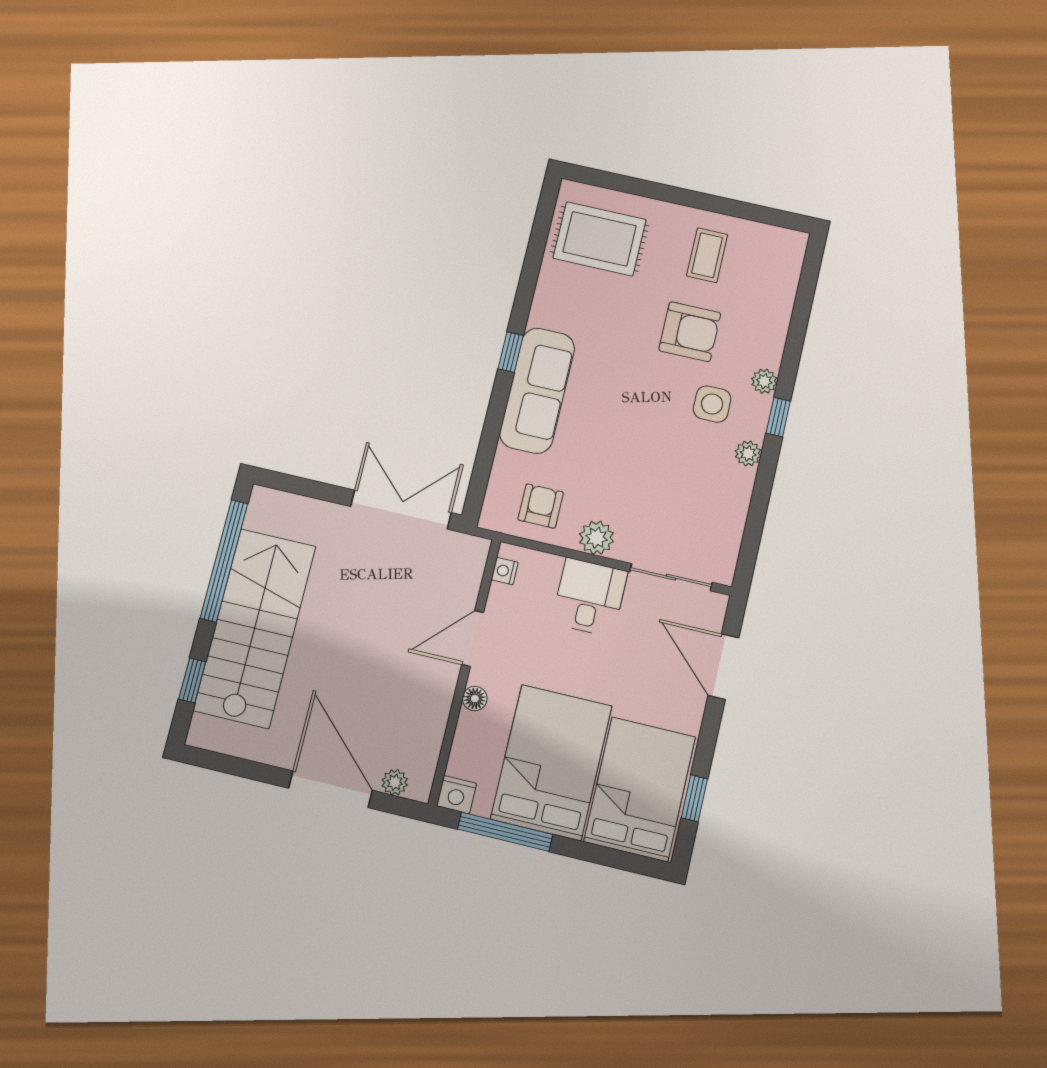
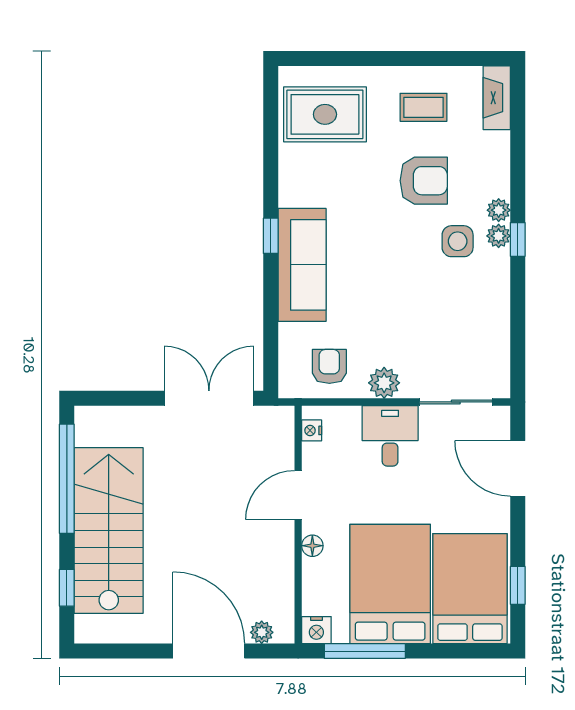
coffee table: (707, 255) -> (423, 107), turned 90
fireplace: (788, 263) -> (497, 98), added
plant: (748, 453) -> (499, 236), moved

